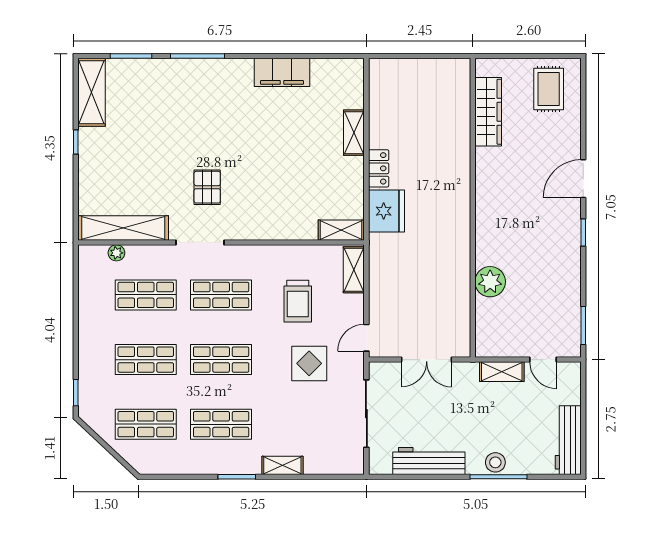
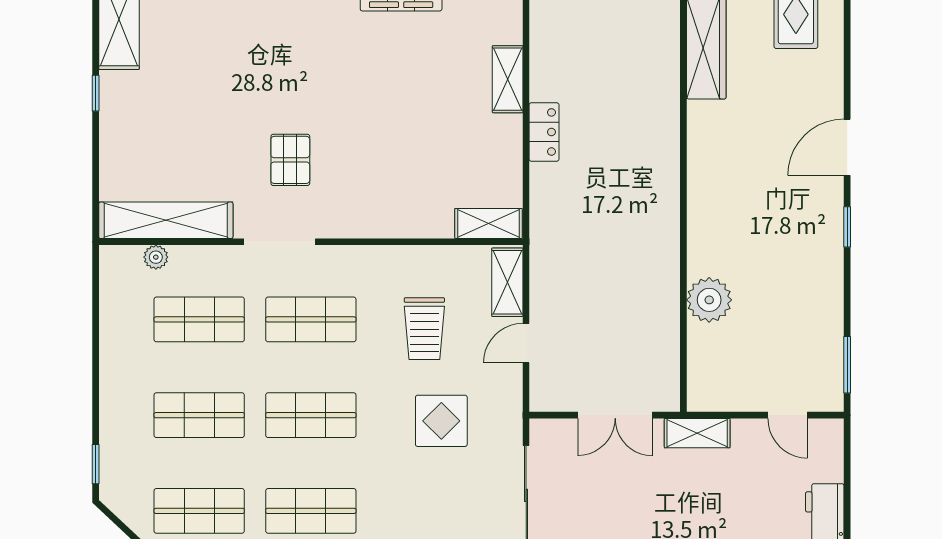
fridge: (386, 211) -> (556, 195), removed
door: (366, 338) -> (526, 343), moved
shelving: (502, 372) -> (697, 433), moved

